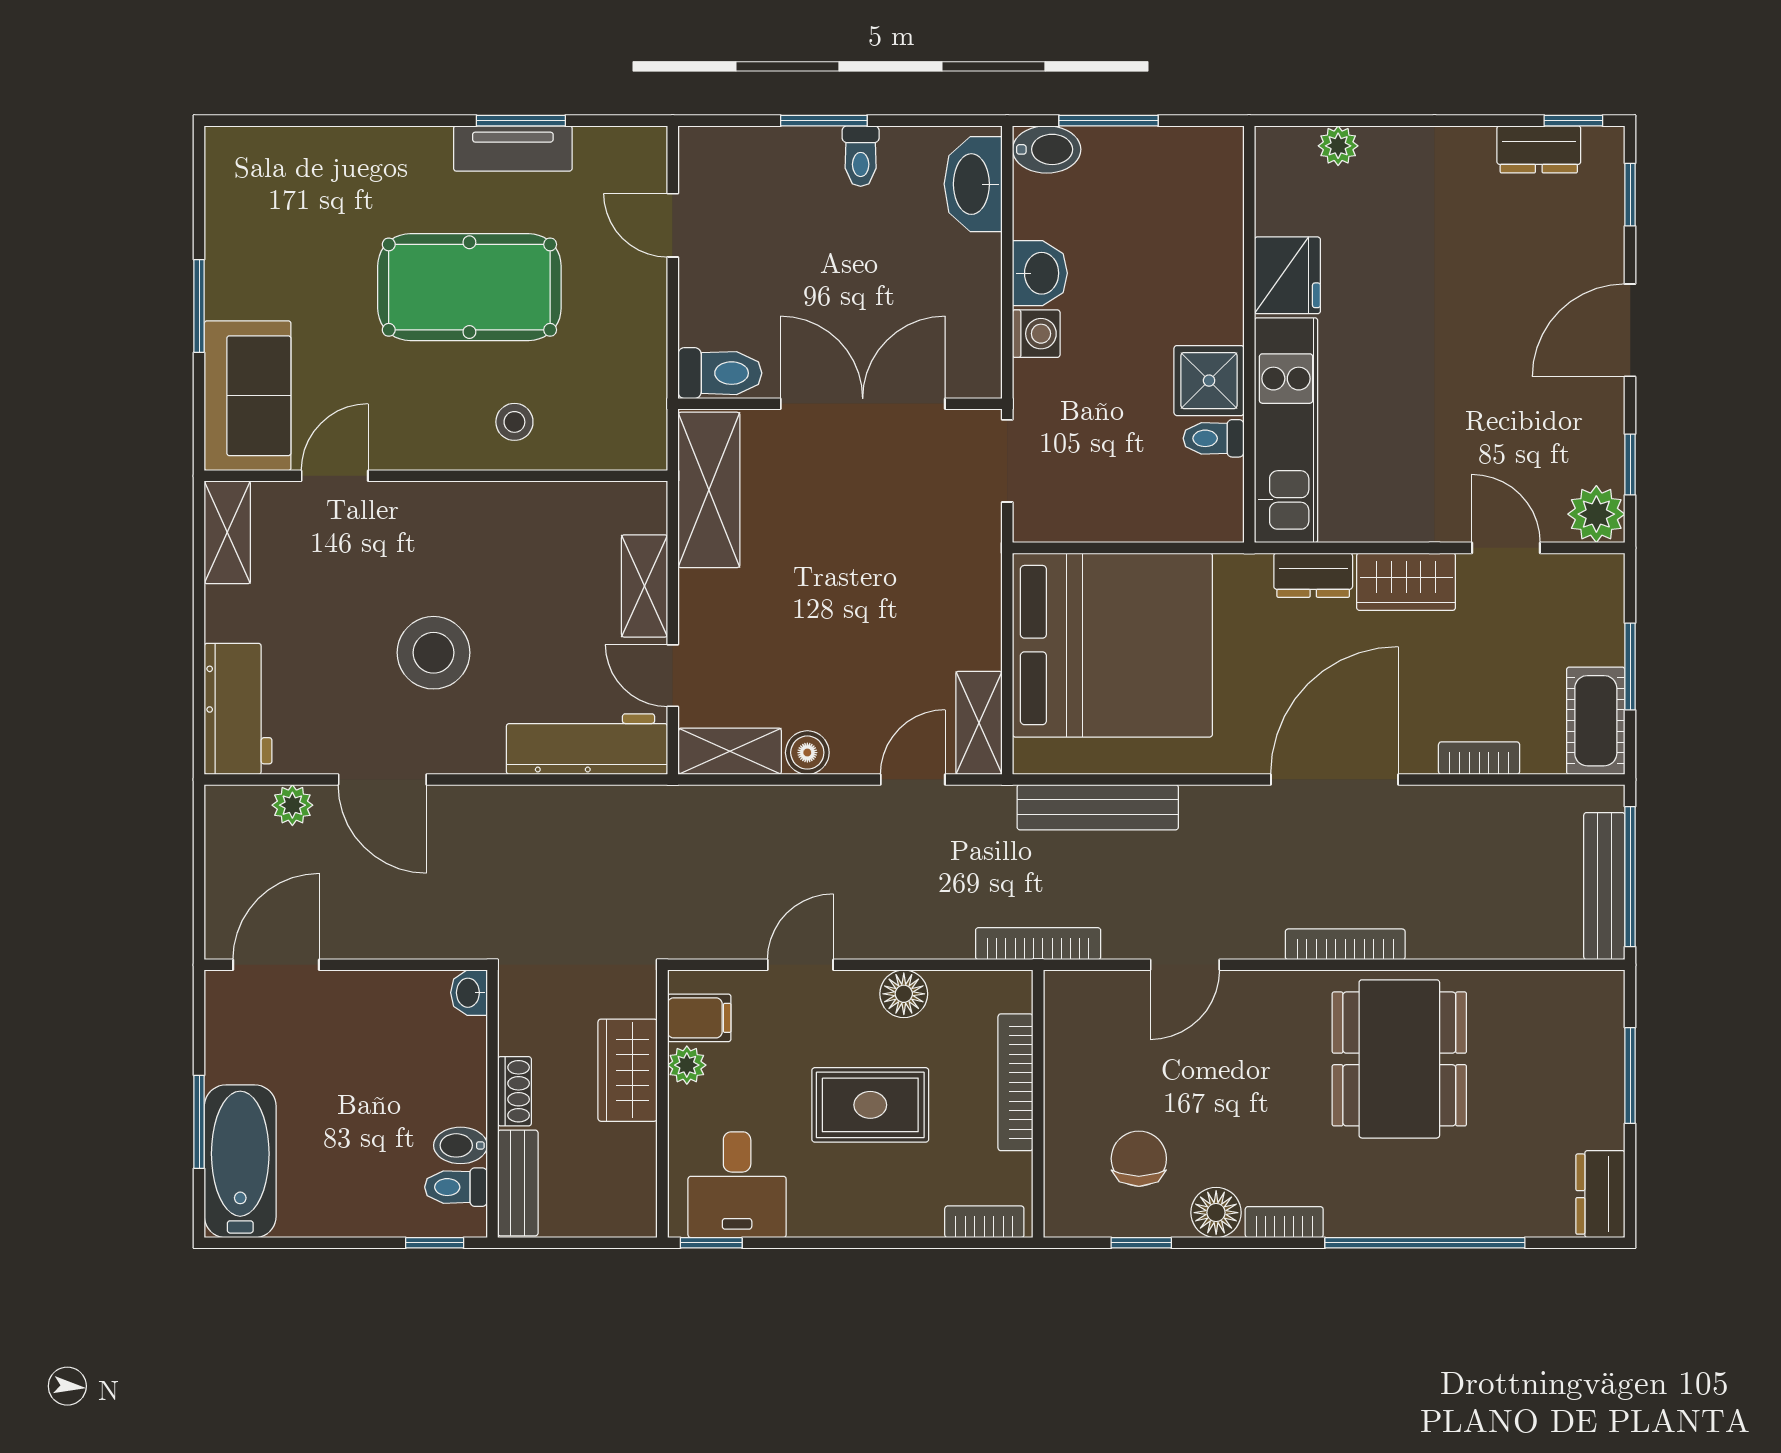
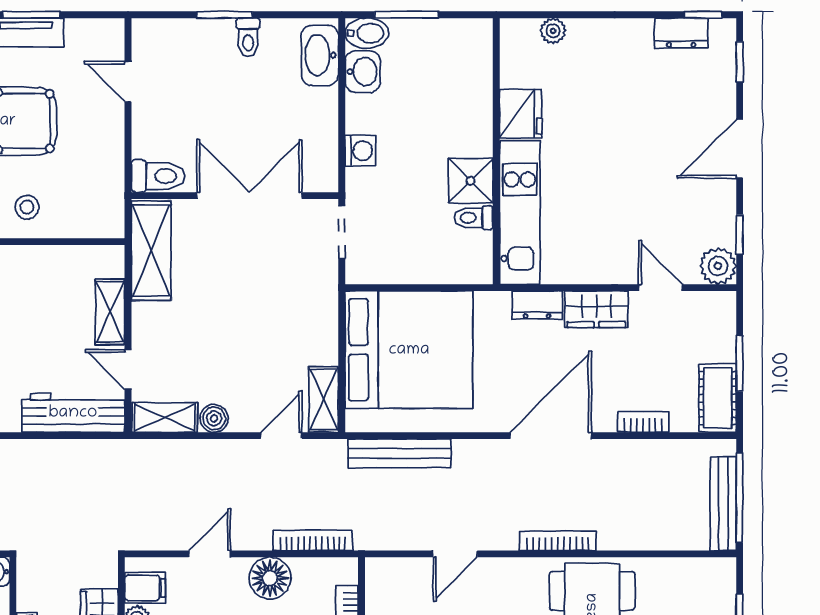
washbasin: (1040, 273) -> (363, 72), moved
bookcase: (1038, 944) -> (313, 540), moved
floor lamp: (904, 994) -> (270, 578), width x1.38, depth x1.38

